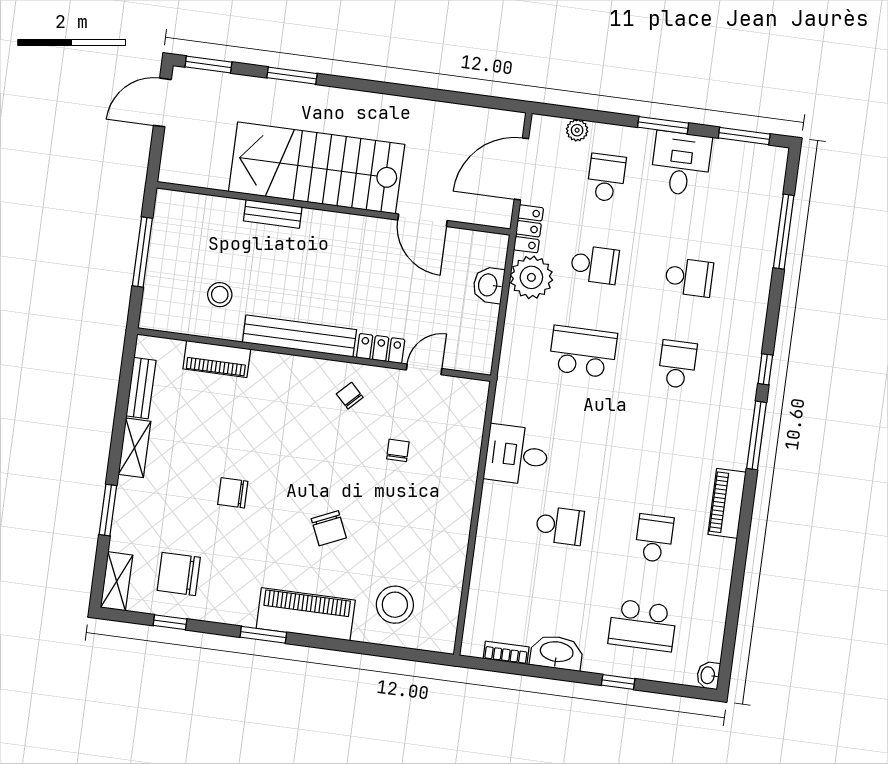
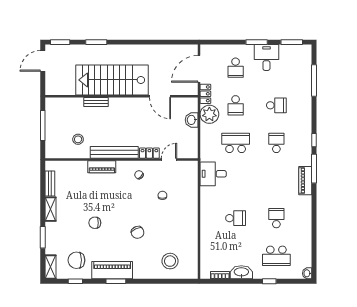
plant: (577, 130) -> (220, 49), removed
school desk: (606, 178) -> (236, 68), turned 180
school desk: (595, 265) -> (236, 105), turned 90
piano: (217, 359) -> (102, 167), moved
desk: (517, 455) -> (213, 174), moved
piano: (727, 503) -> (305, 181), moved
piano: (306, 614) -> (112, 270), moved

